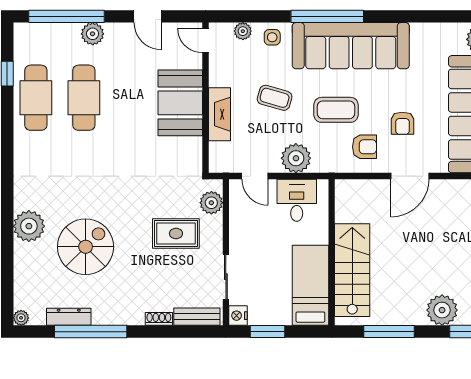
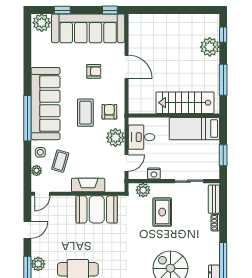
coffee table: (275, 98) -> (60, 161), moved
booth: (180, 103) -> (97, 209), moved
armchair: (364, 147) -> (109, 112), moved
nightstand: (238, 316) -> (154, 174), moved

